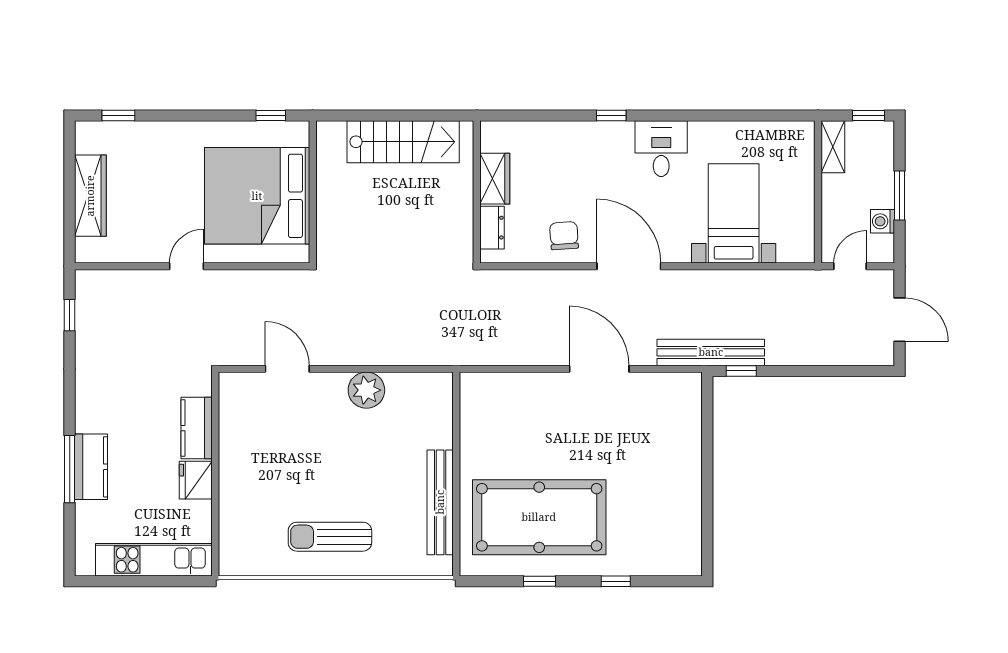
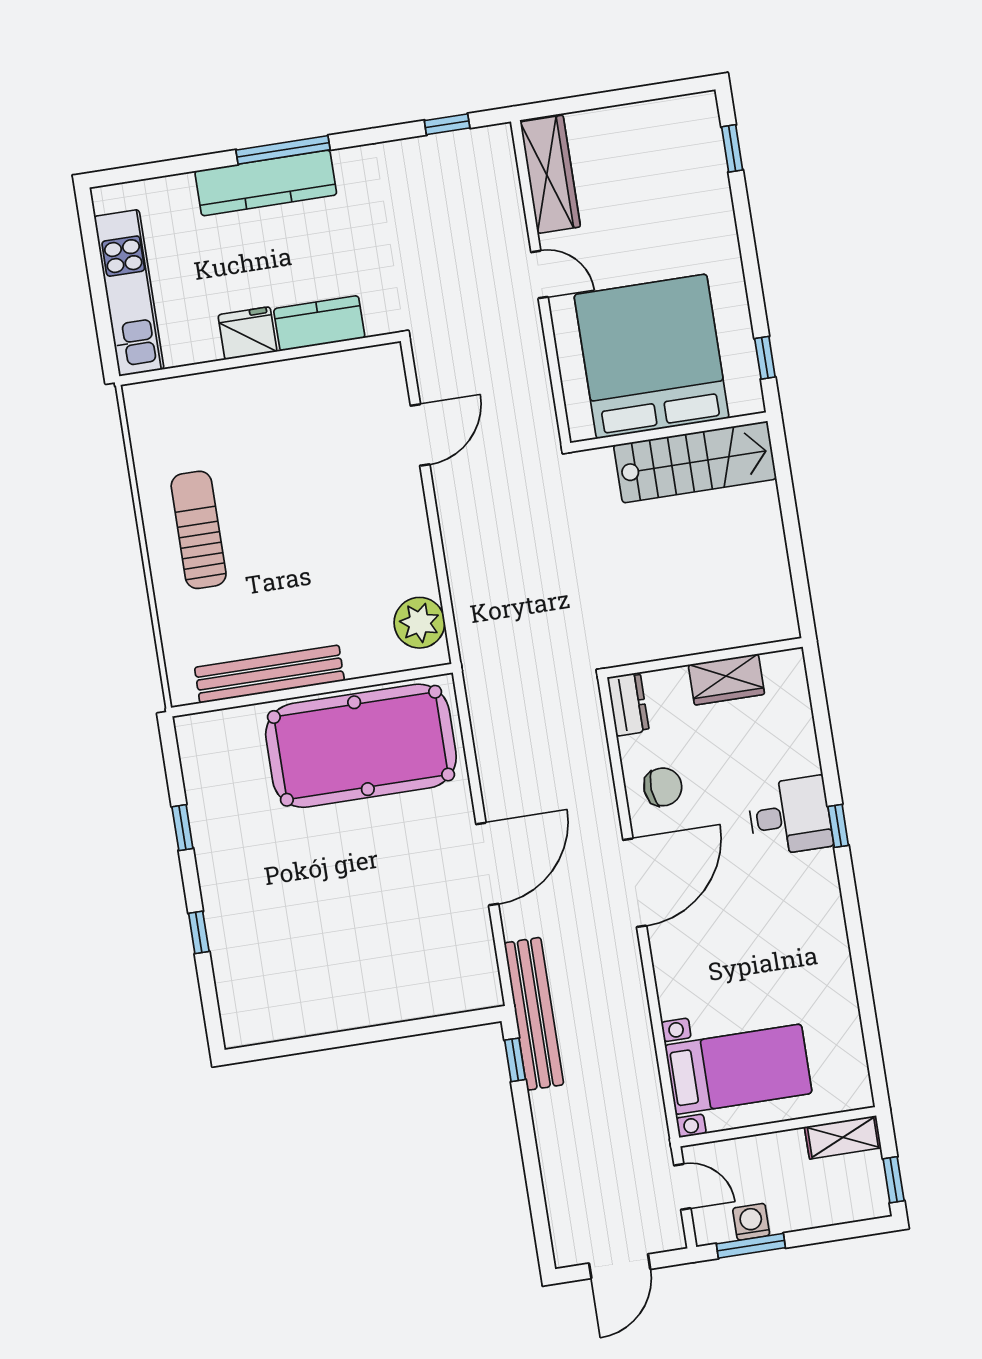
stairs: (403, 142) -> (695, 462), moved, turned -90
desk: (661, 149) -> (790, 816), moved
wardrobe: (90, 196) -> (550, 174), moved, turned -90
window: (899, 196) -> (751, 1246), moved
bed with nightstands: (734, 213) -> (738, 1069), moved
dresser: (492, 228) -> (628, 704), moved, turned -90
plant: (366, 390) -> (419, 623), moved
kitchen counter: (91, 467) -> (266, 183), width x1.50
window: (70, 469) -> (283, 150), moved
pool table: (539, 517) -> (361, 746), moved, turned 90

